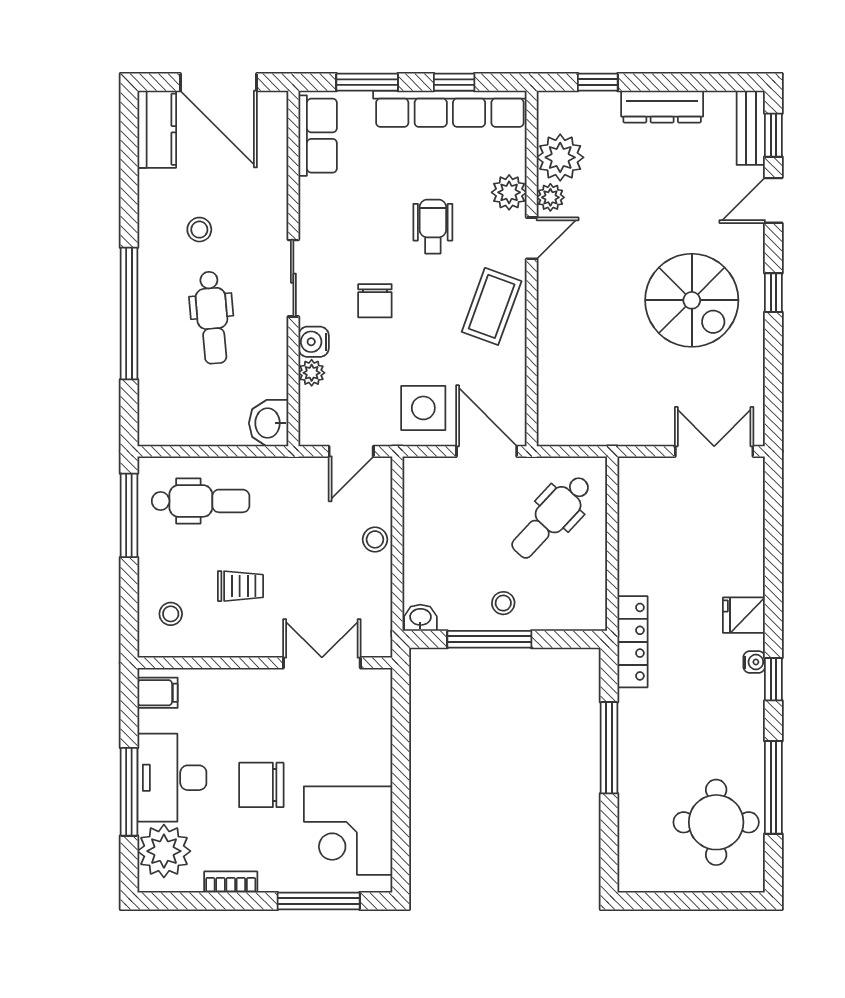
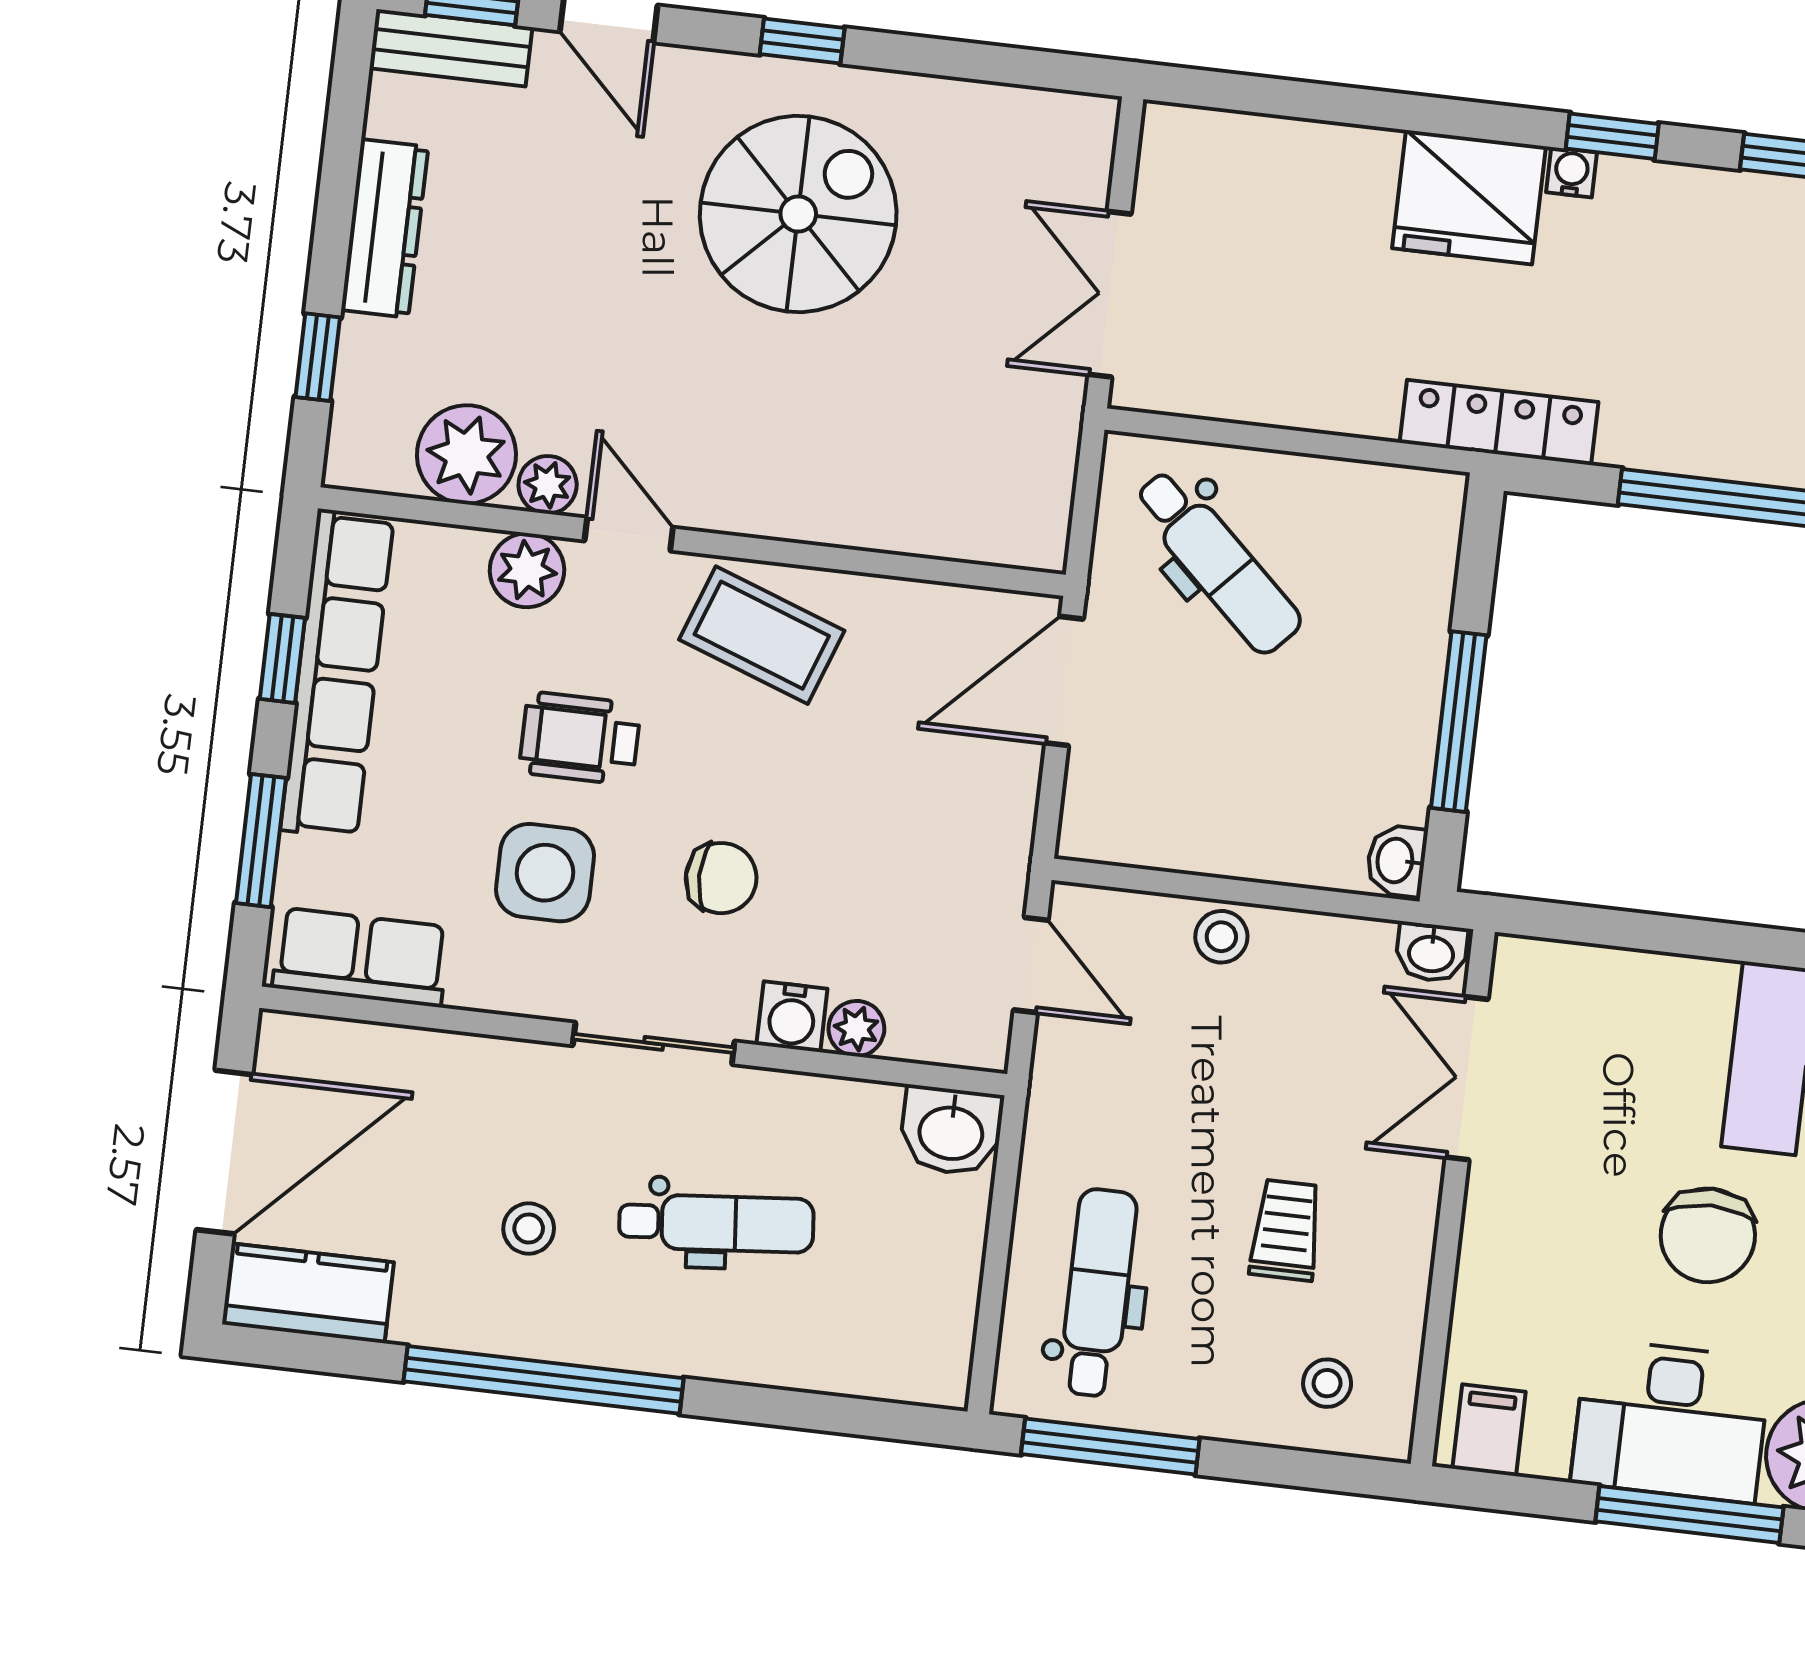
window: (129, 314) -> (544, 1380), moved
side table: (423, 408) -> (545, 873), moved
double door: (714, 451) -> (1110, 294), moved
stool: (503, 603) -> (1386, 684), removed
fridge: (744, 615) -> (1469, 197), width x1.88, depth x1.34
washbasin: (379, 639) -> (1431, 952), added

